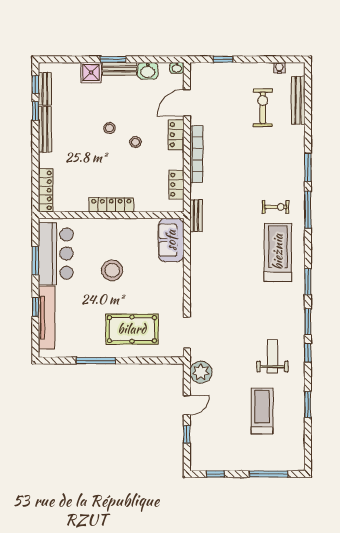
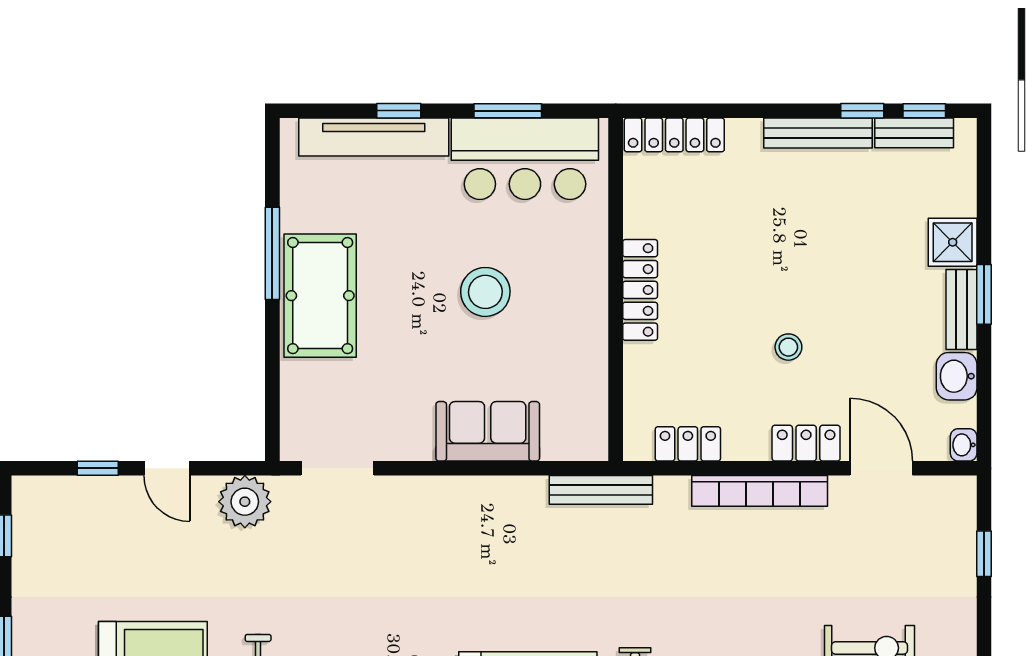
stool: (109, 128) -> (822, 286), removed
bench: (196, 216) -> (601, 490), width x1.36
sofa: (171, 240) -> (488, 431), moved
pool table: (132, 329) -> (320, 296), moved

